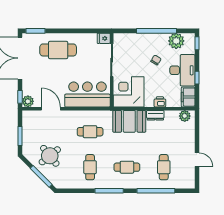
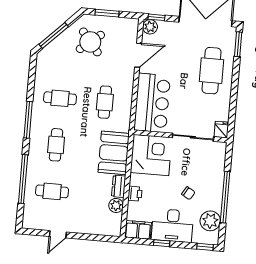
plant: (185, 116) -> (116, 205), moved
round table: (50, 156) -> (90, 42), moved

